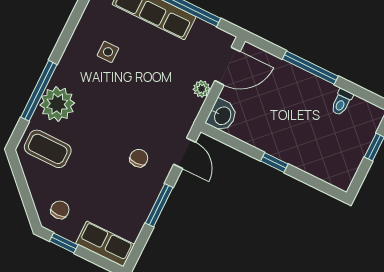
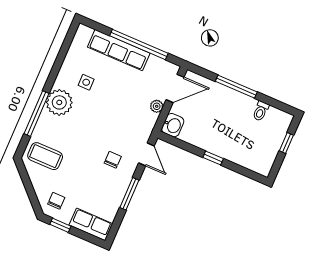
plant: (57, 104) -> (59, 102), moved

